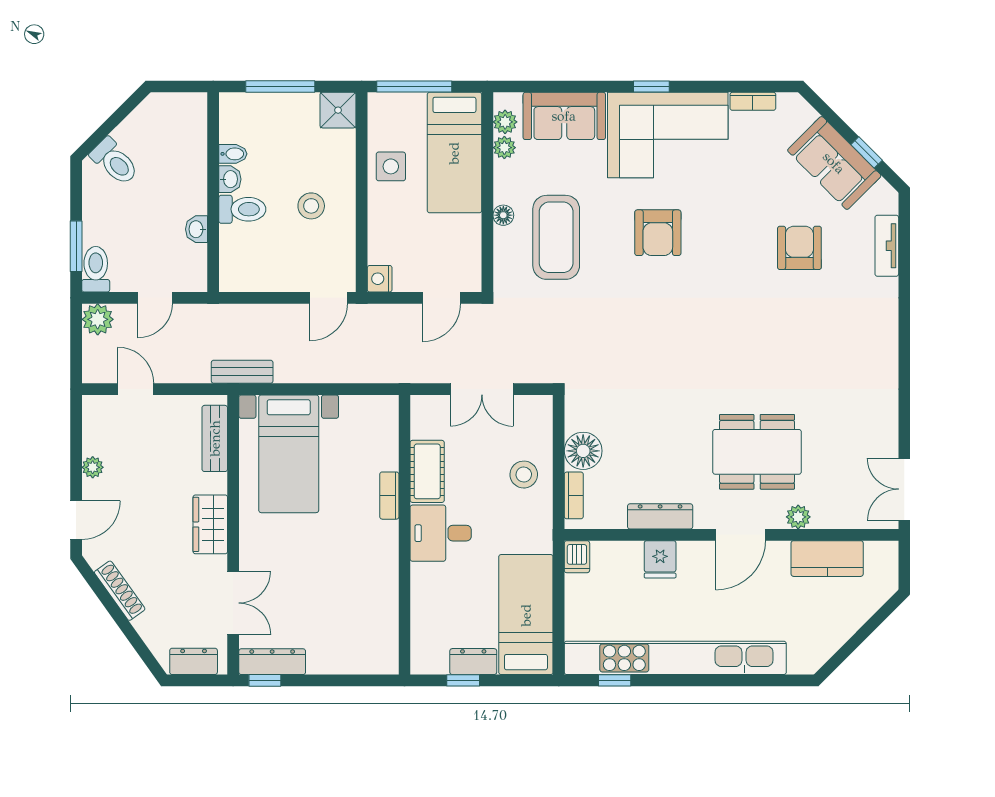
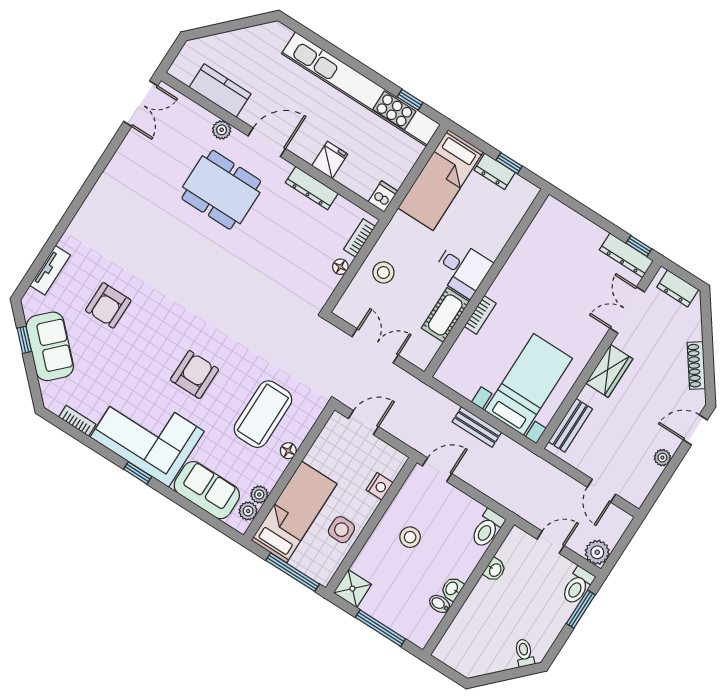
toilet: (115, 162) -> (524, 653), width x0.73, depth x0.72
toilet: (242, 209) -> (487, 529), moved, turned -90
nightstand: (380, 279) -> (379, 486), moved
bench: (242, 372) -> (477, 427), moved
floor lamp: (583, 451) -> (340, 267), width x0.53, depth x0.53

